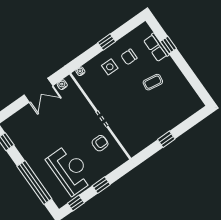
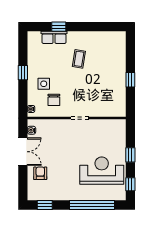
chair: (129, 57) -> (54, 100), moved
armchair: (100, 143) -> (40, 173), moved

